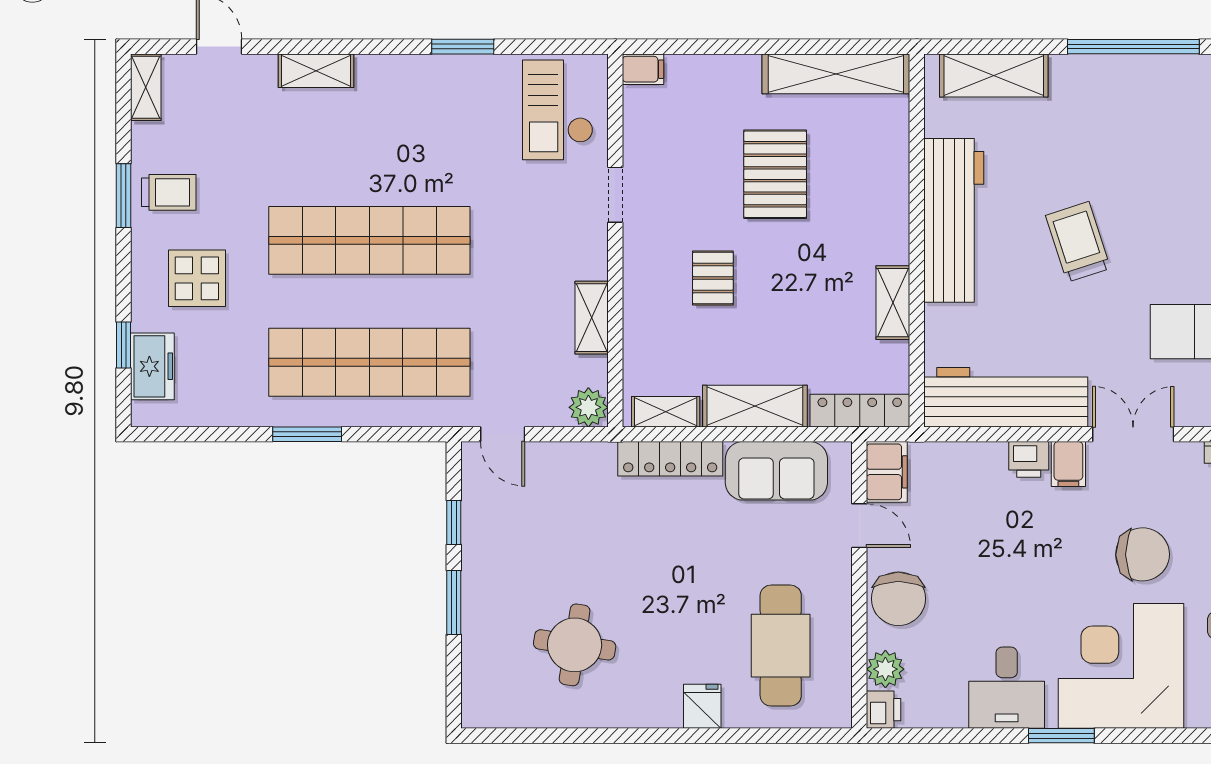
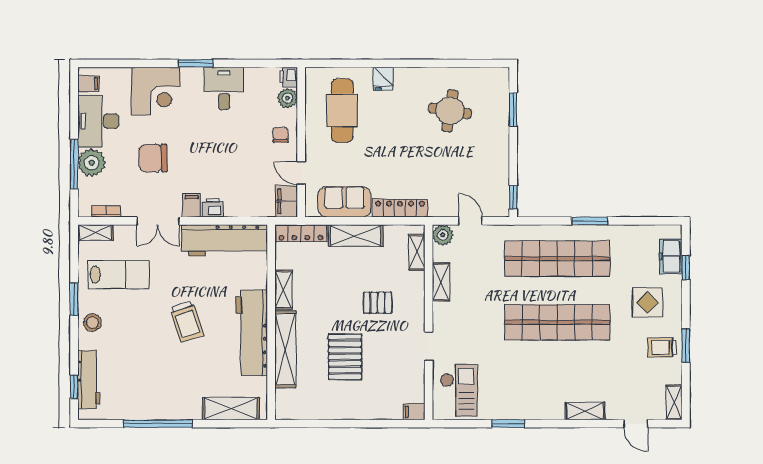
shelving: (836, 74) -> (285, 349), moved, turned 90
pallet: (713, 278) -> (378, 303), turned 90
shelving: (666, 412) -> (417, 252), moved, turned 90
door: (503, 434) -> (470, 221), moved
window: (454, 523) -> (513, 197), moved
chair: (898, 599) -> (281, 135), width x0.54, depth x0.54
window: (454, 603) -> (513, 110), moved
corner desk: (1121, 666) -> (156, 91), width x0.74, depth x0.74

